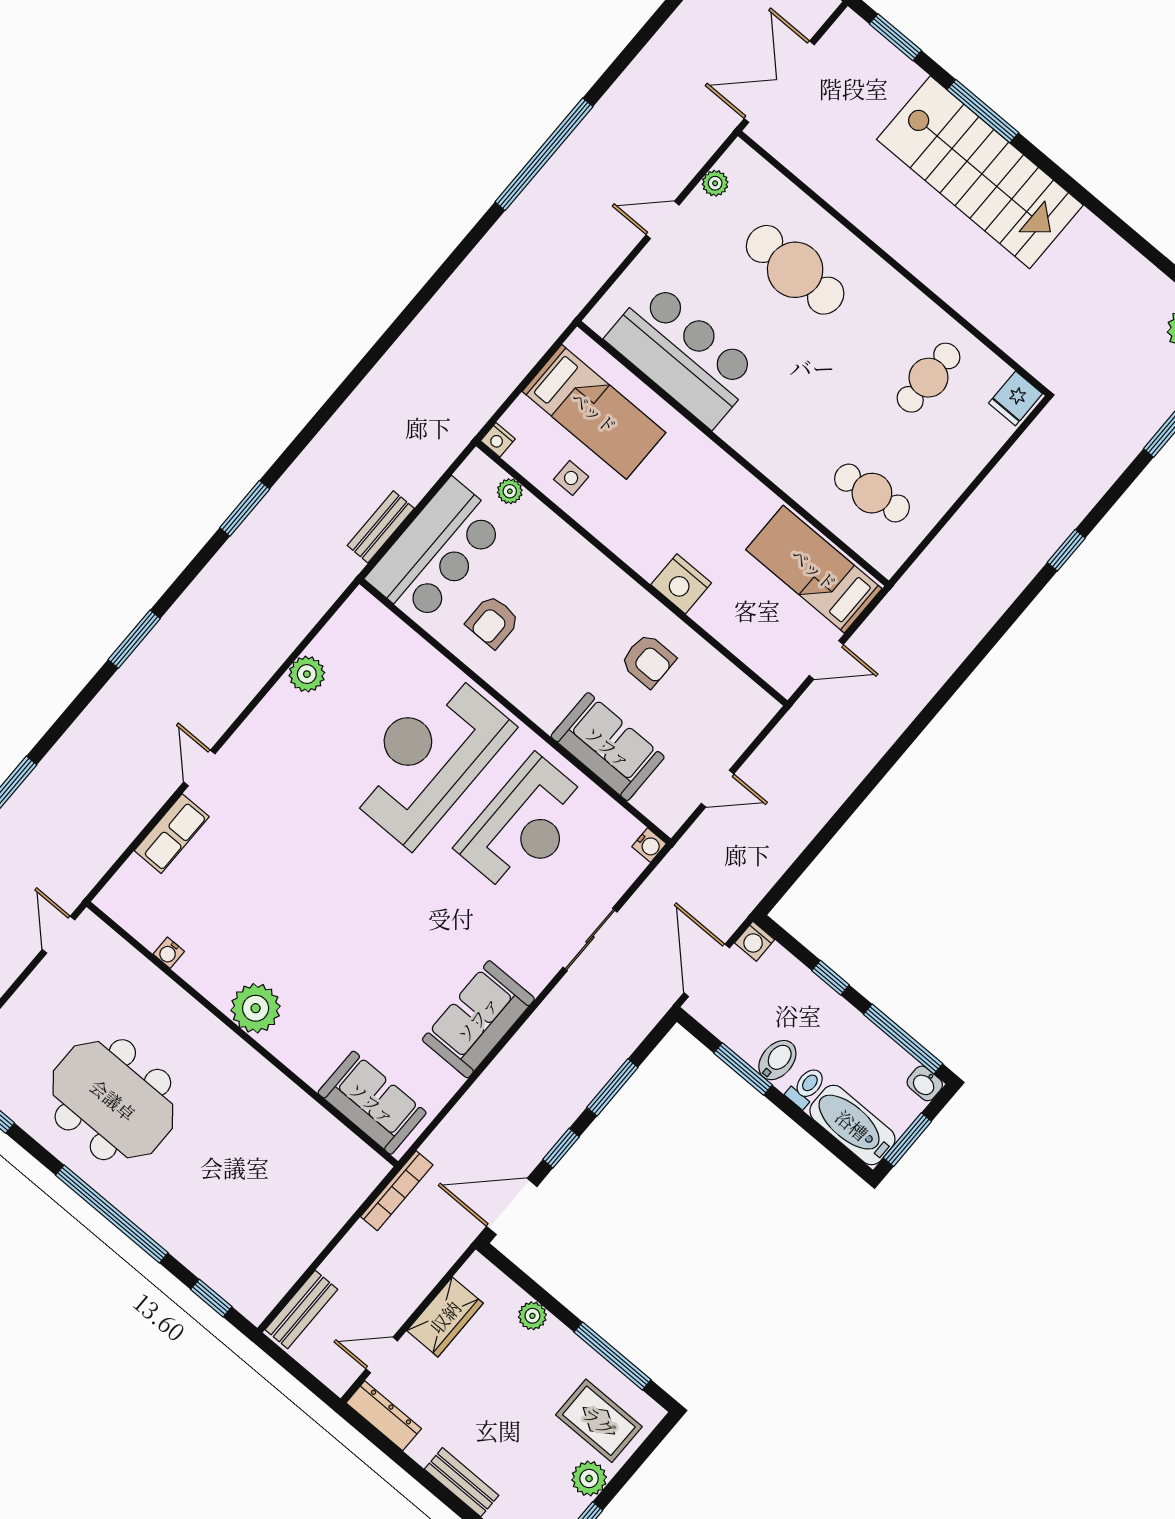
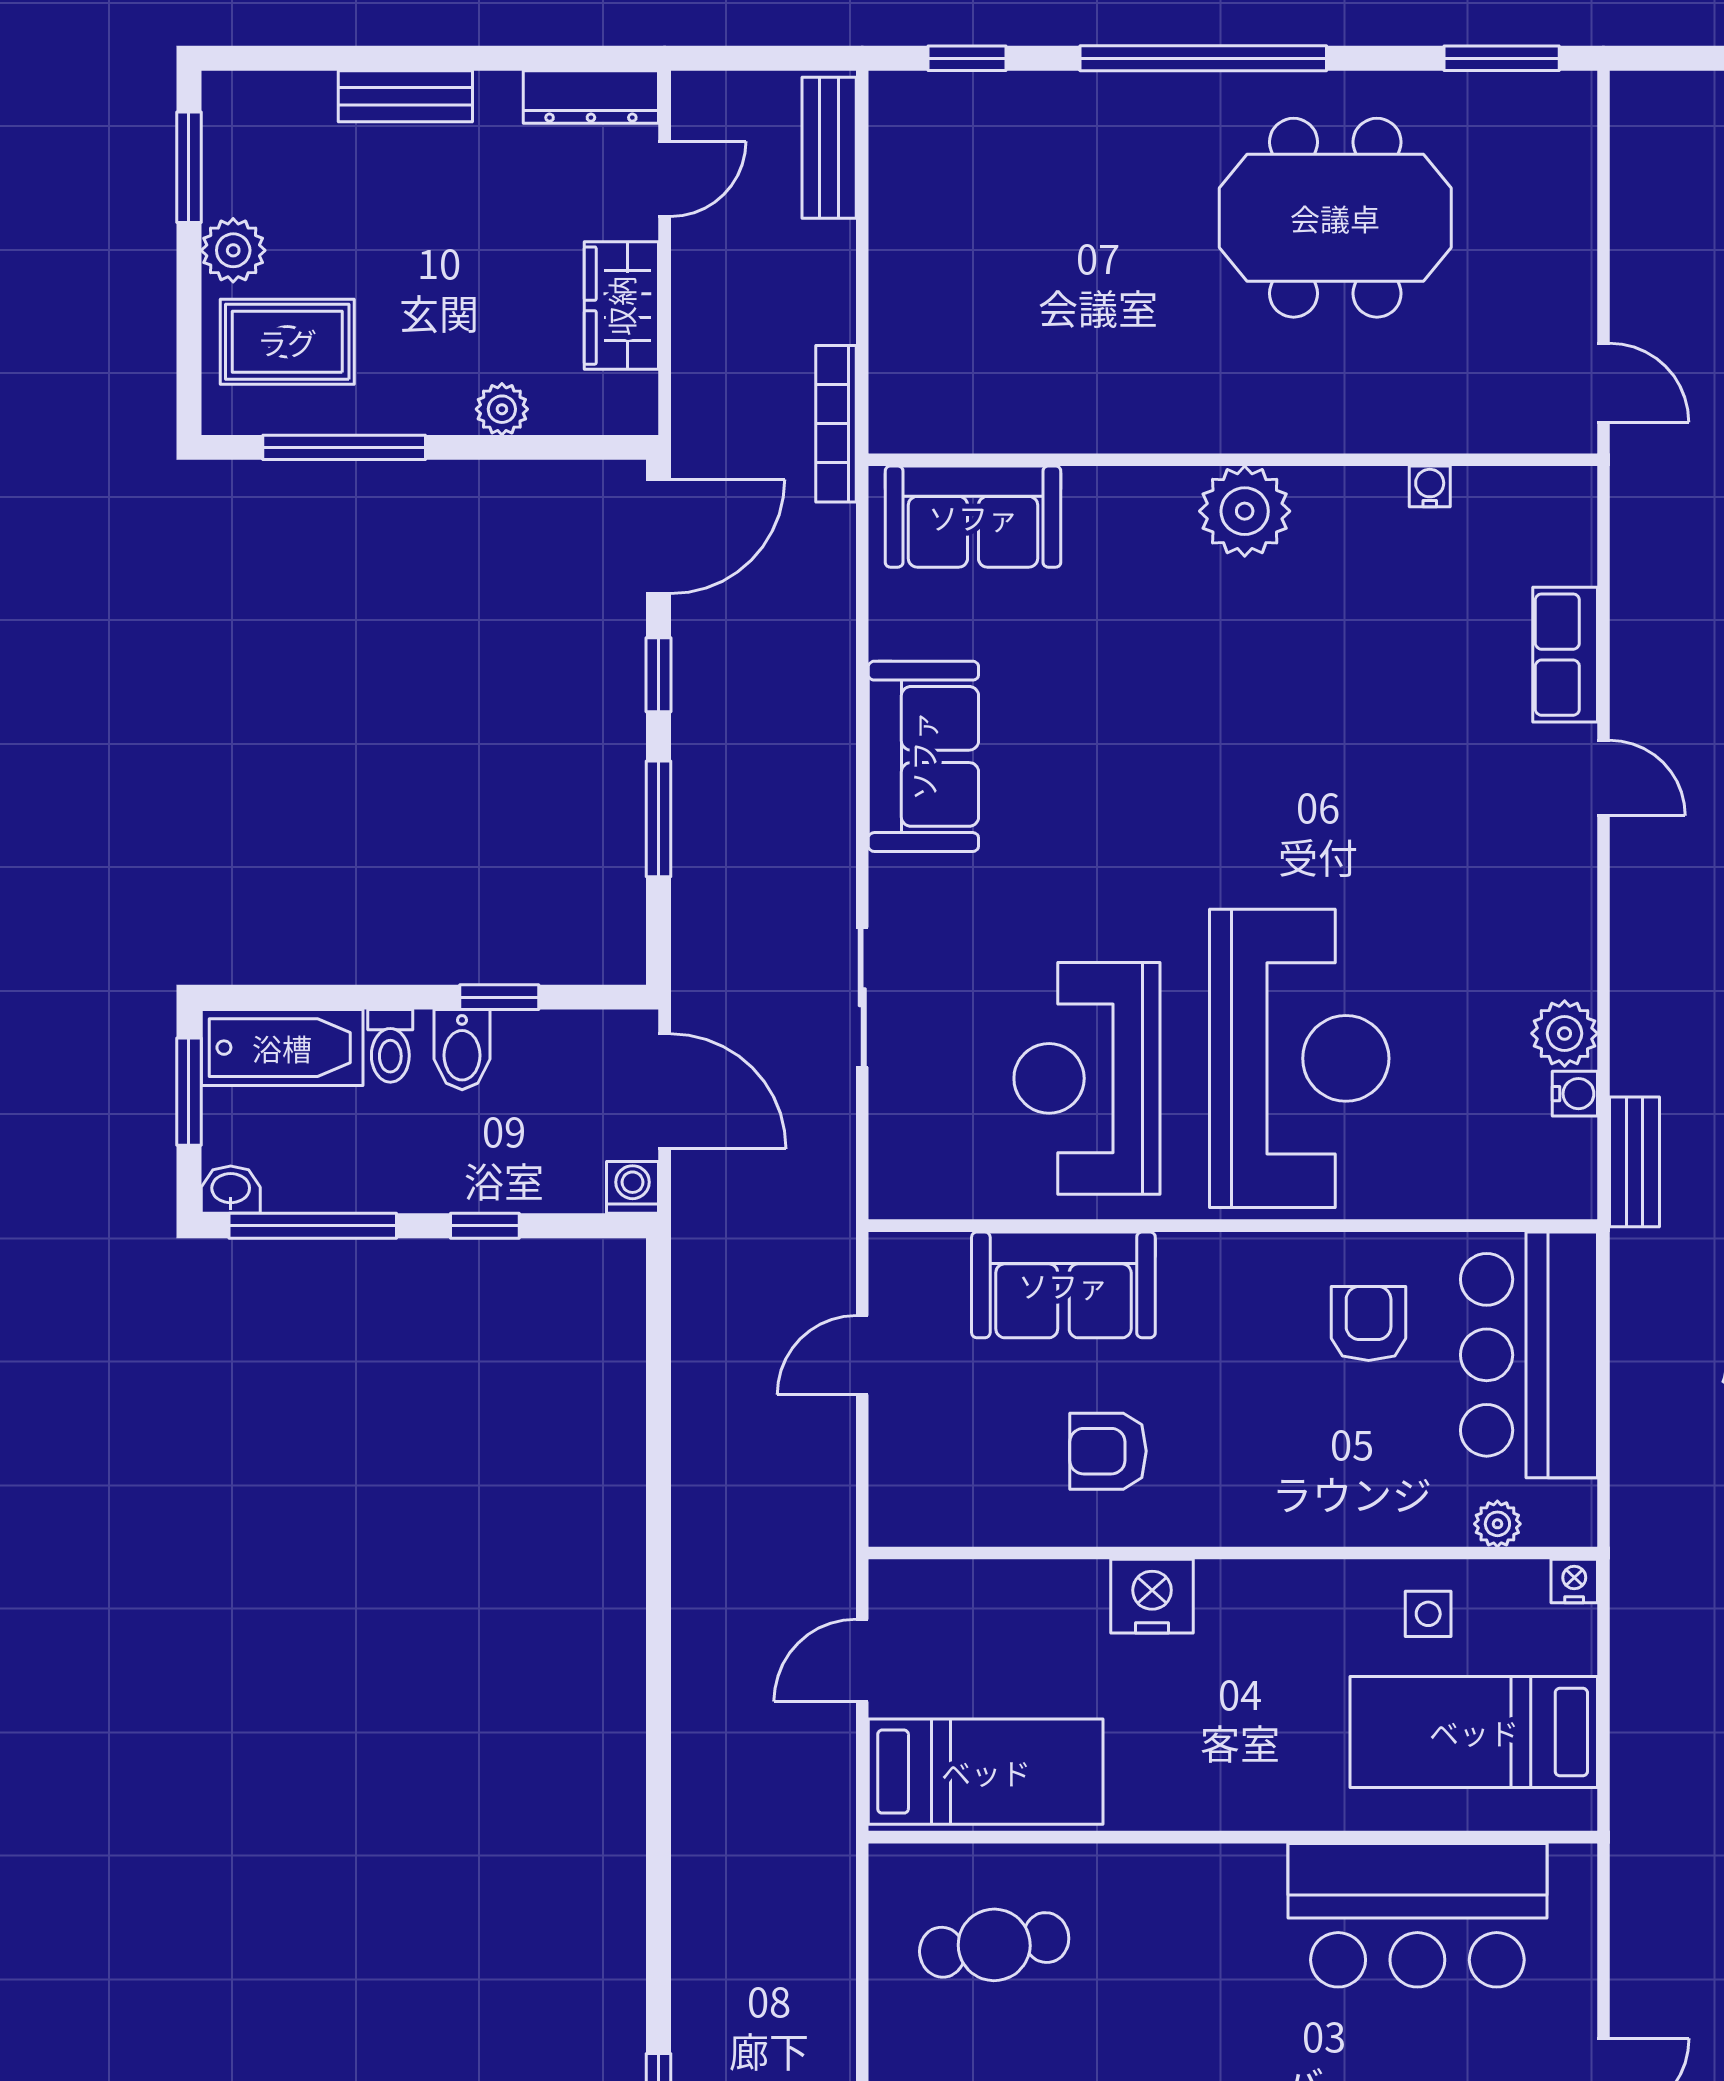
bench: (381, 527) -> (1634, 1162), moved
water cooler: (649, 845) -> (1575, 1094), moved, turned 180
window: (743, 1069) -> (499, 997), width x0.67

